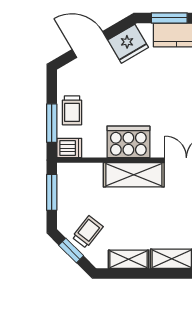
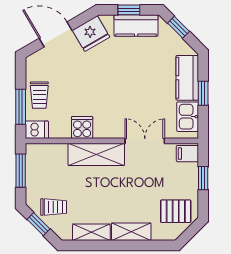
window: (169, 18) -> (129, 10), width x0.67
cooker: (128, 142) -> (82, 128), width x0.53, depth x0.76
trolley: (88, 232) -> (54, 207), turned 52

